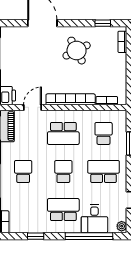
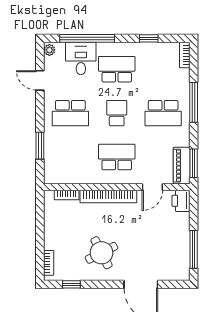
school desk: (104, 133) -> (70, 157), removed
school desk: (23, 172) -> (163, 113), width x1.85
school desk: (63, 172) -> (117, 113), turned 180
school desk: (63, 210) -> (117, 69), turned 180

